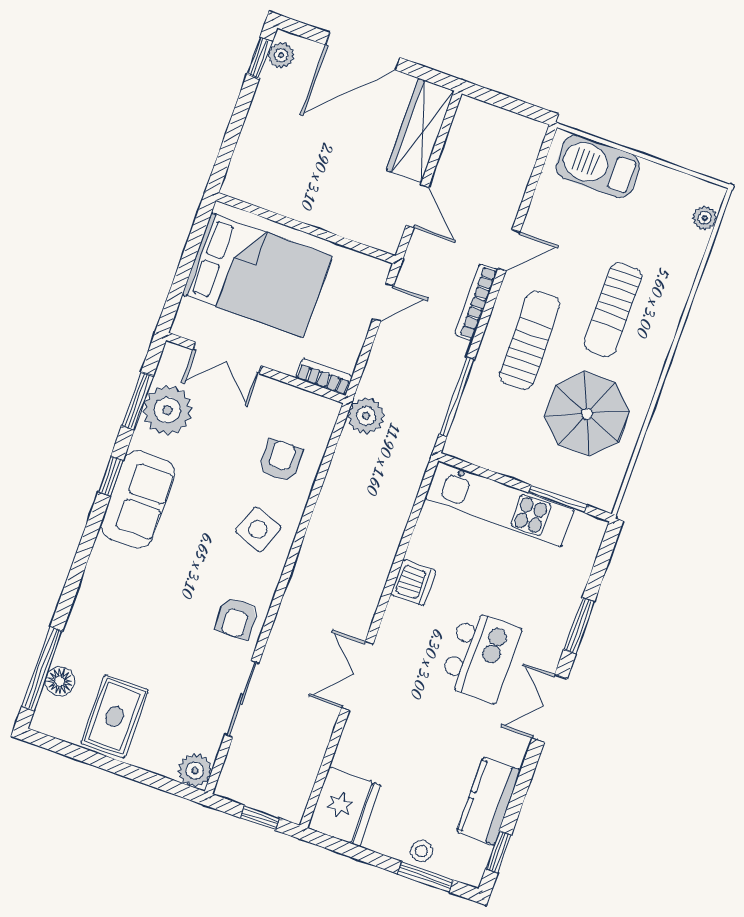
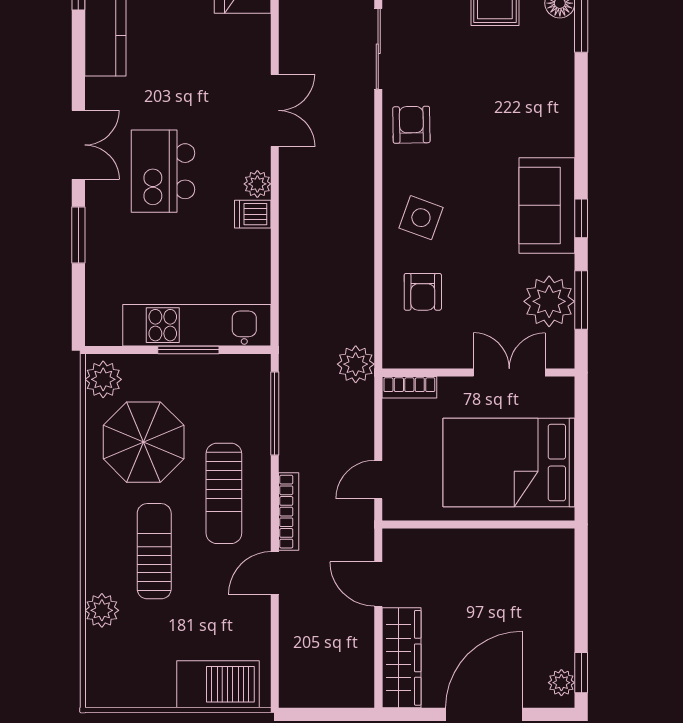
plant: (705, 218) -> (102, 610), moved, width x1.38, depth x1.38
plant: (603, 485) -> (103, 379), added
window: (558, 499) -> (188, 350), moved
dishwasher: (413, 583) -> (253, 214), width x0.73
plant: (398, 614) -> (257, 184), added

